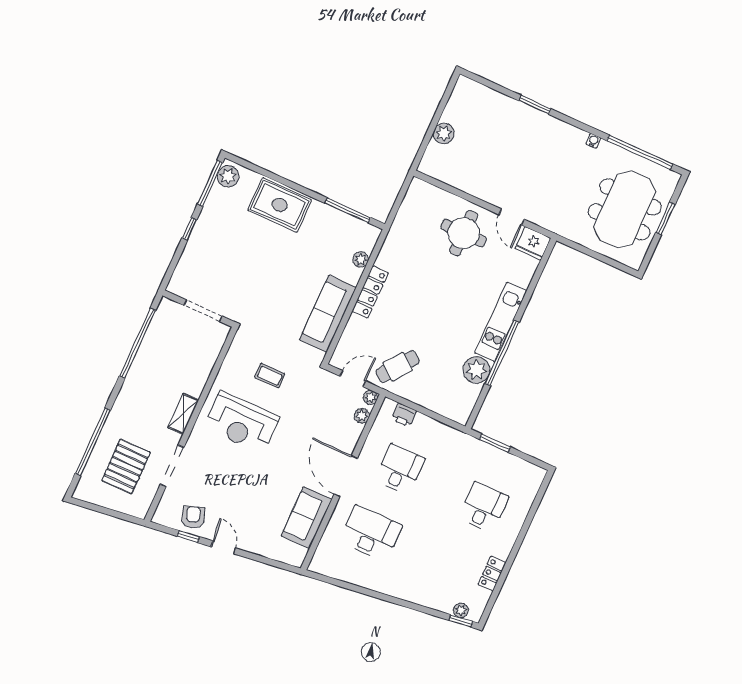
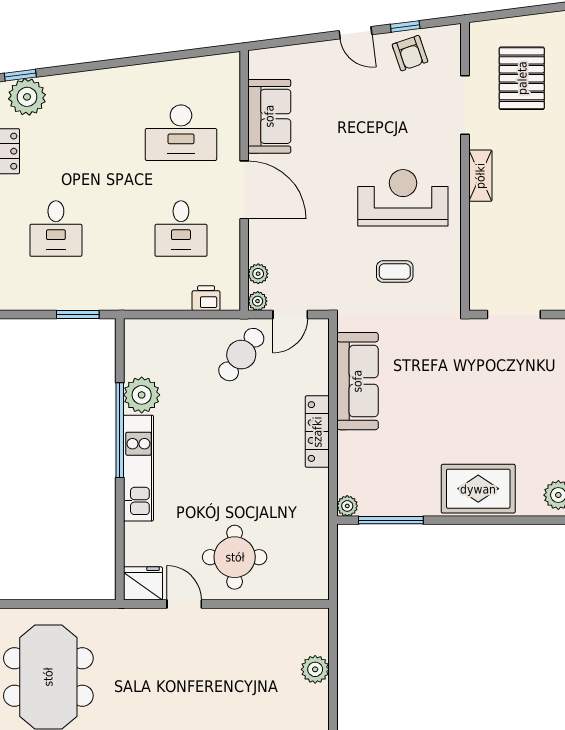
plant: (361, 259) -> (347, 506), moved
plant: (461, 610) -> (27, 97), width x1.88, depth x1.88

